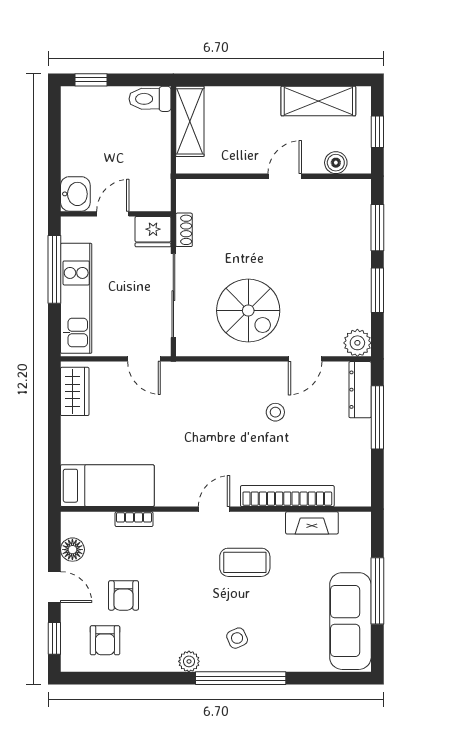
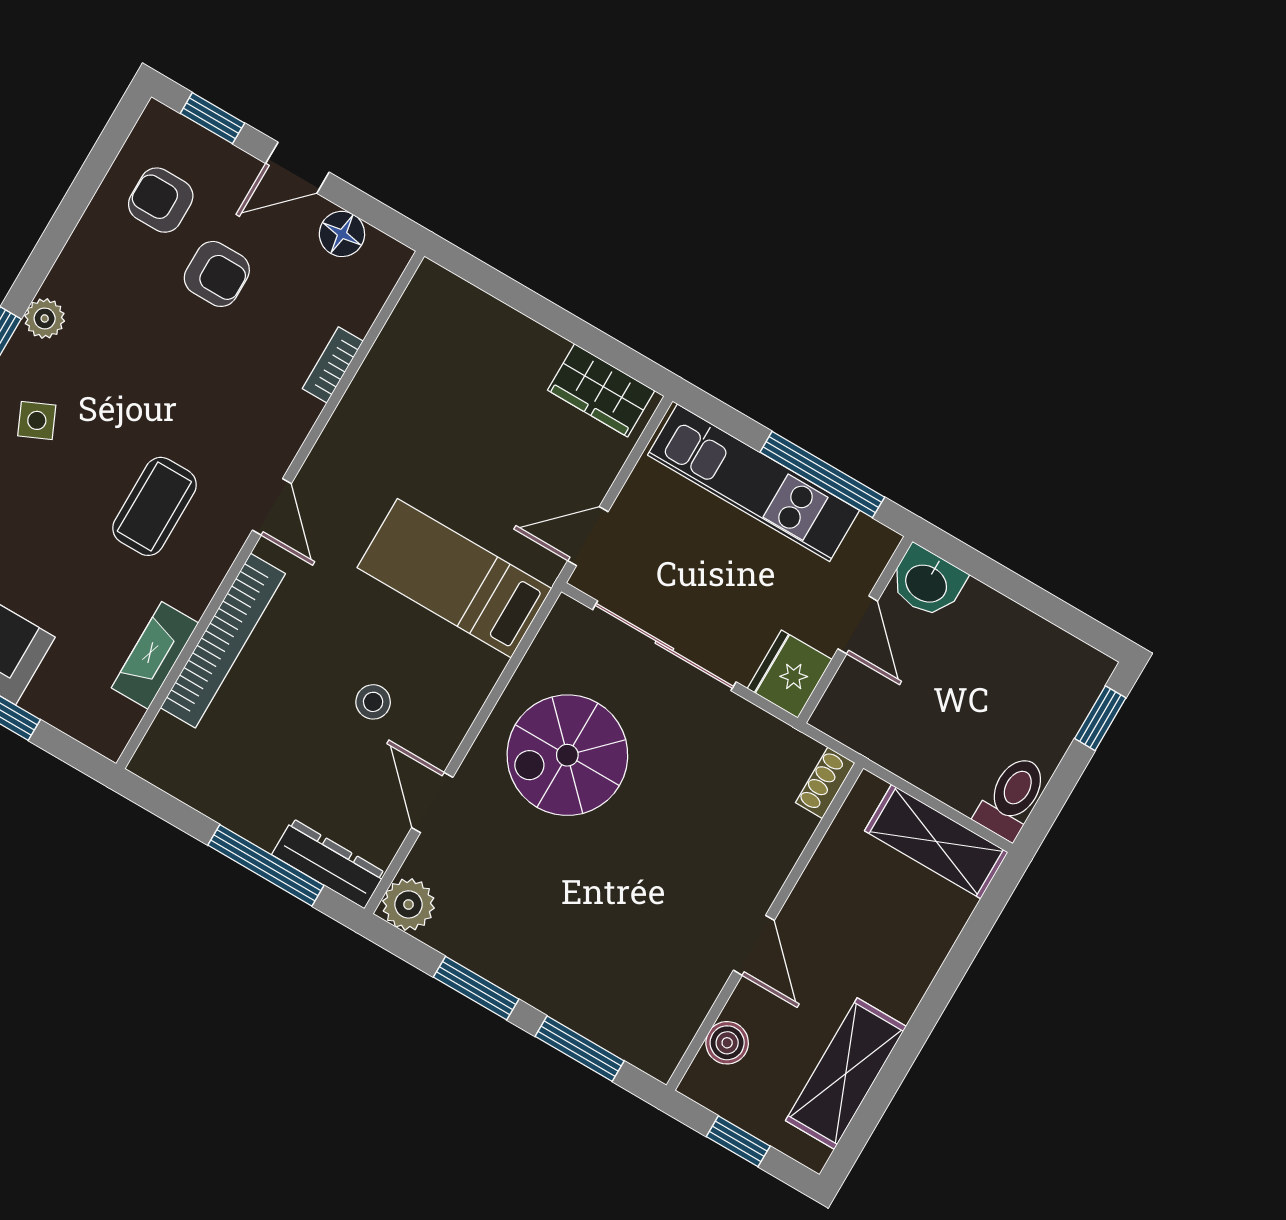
shoe rack: (184, 230) -> (825, 783), moved, turned 90
bed: (107, 486) -> (454, 578), moved, turned 90
armchair: (124, 595) -> (217, 274), turned 180

